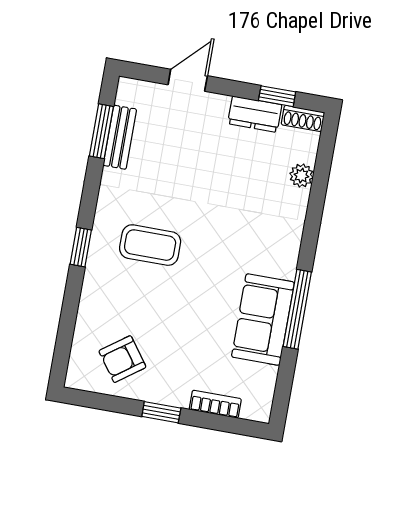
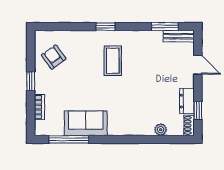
bench: (120, 137) -> (179, 36), moved
window: (297, 309) -> (69, 139), moved

